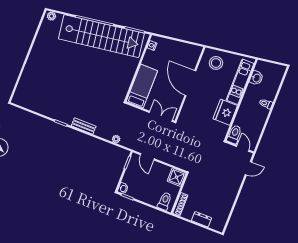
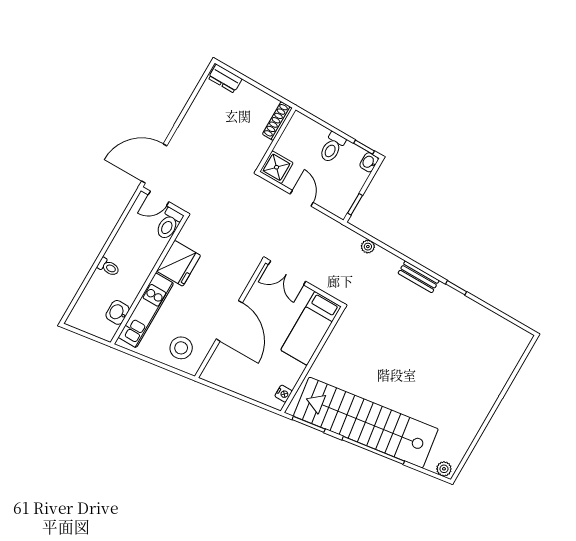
door: (243, 148) -> (158, 198), hinge flipped
door: (147, 157) -> (302, 198), moved
door: (248, 168) -> (154, 164), width x1.87
toilet: (165, 201) -> (332, 147), moved
dresser: (202, 219) -> (225, 78), moved

